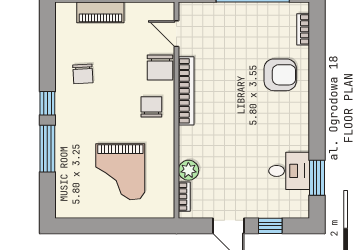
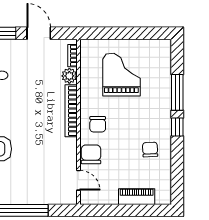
bookcase: (186, 91) -> (71, 111), moved

